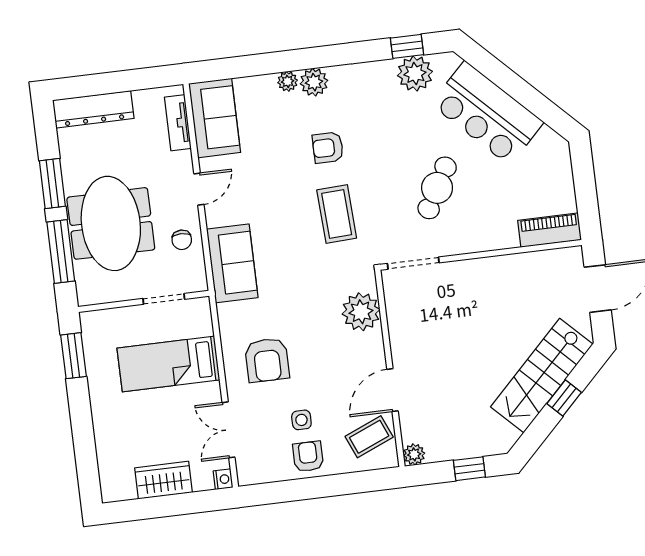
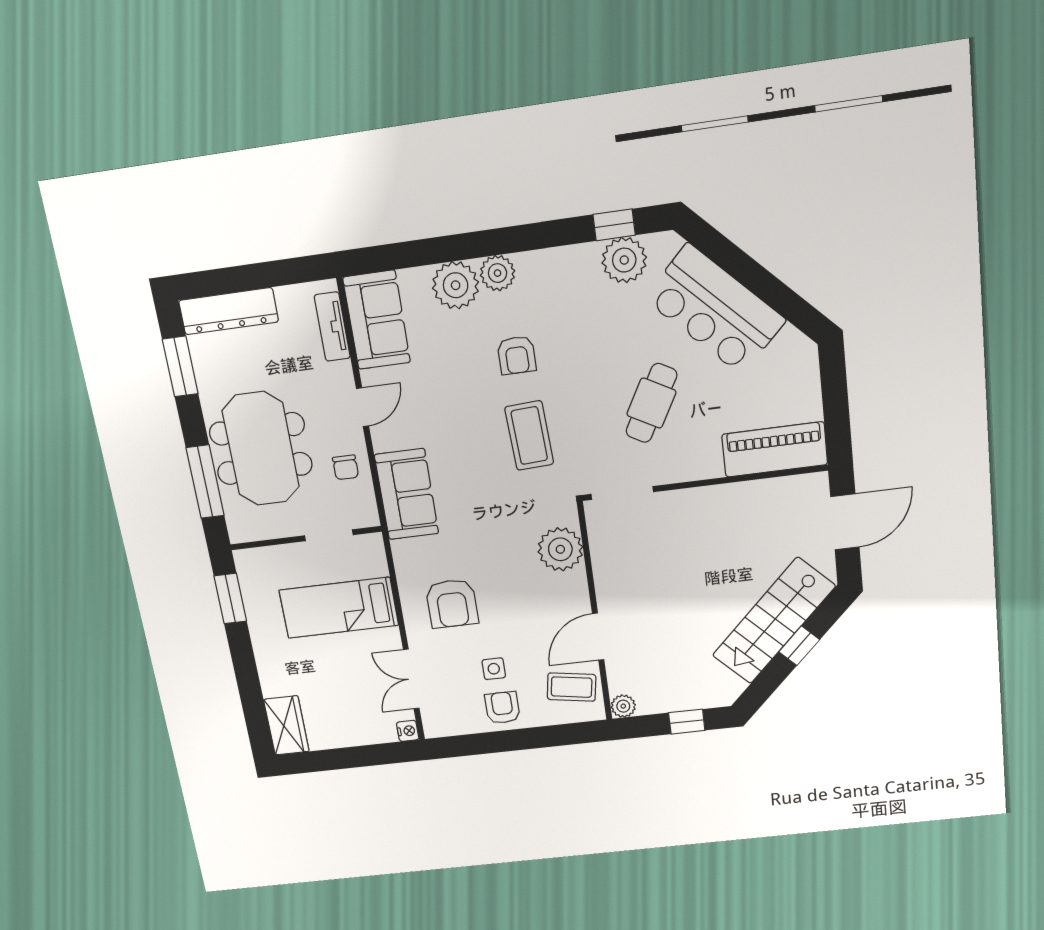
plant: (288, 81) -> (456, 285), width x1.88, depth x1.88
armchair: (328, 148) -> (517, 355), turned -90
window: (52, 184) -> (180, 367), moved
piano: (550, 230) -> (775, 449), width x1.37, depth x1.33
coffee table: (369, 437) -> (572, 687), turned 32
wardrobe: (164, 480) -> (286, 725), moved, turned 90

